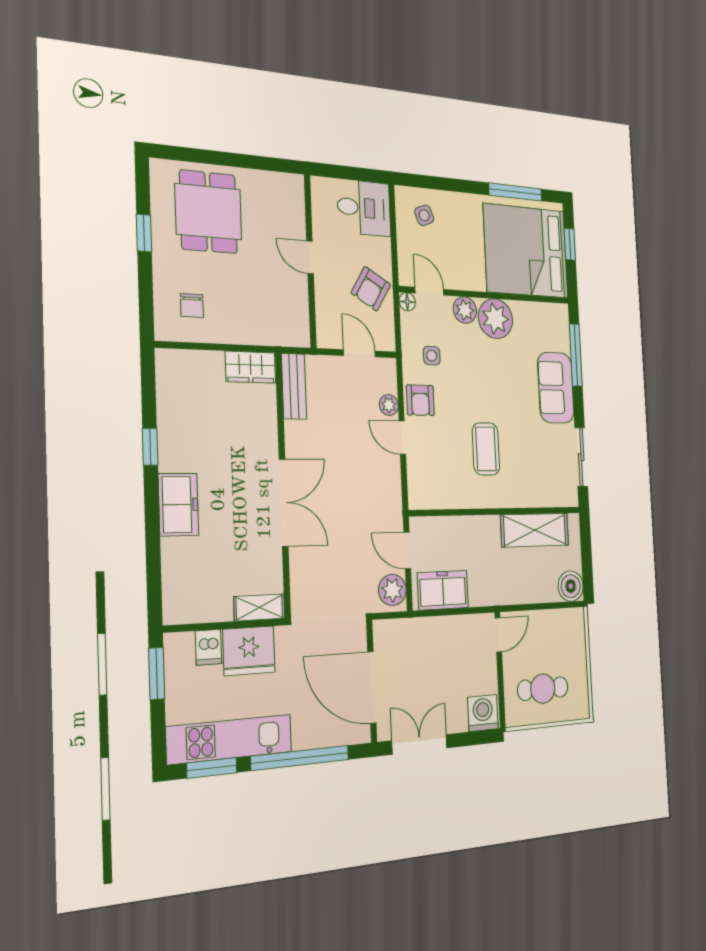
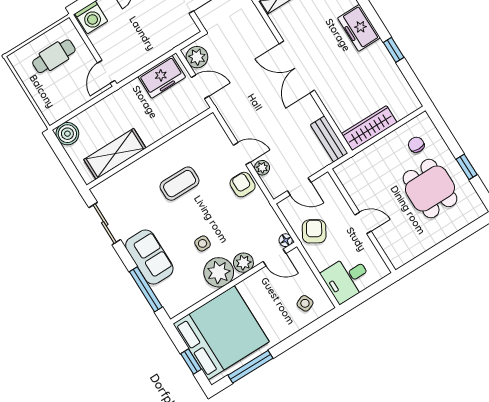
dining table: (208, 212) -> (430, 189), moved
side table: (432, 356) -> (203, 243), moved
wardrobe: (250, 367) -> (369, 128), width x1.50
coffee table: (486, 449) -> (180, 184), turned 90

